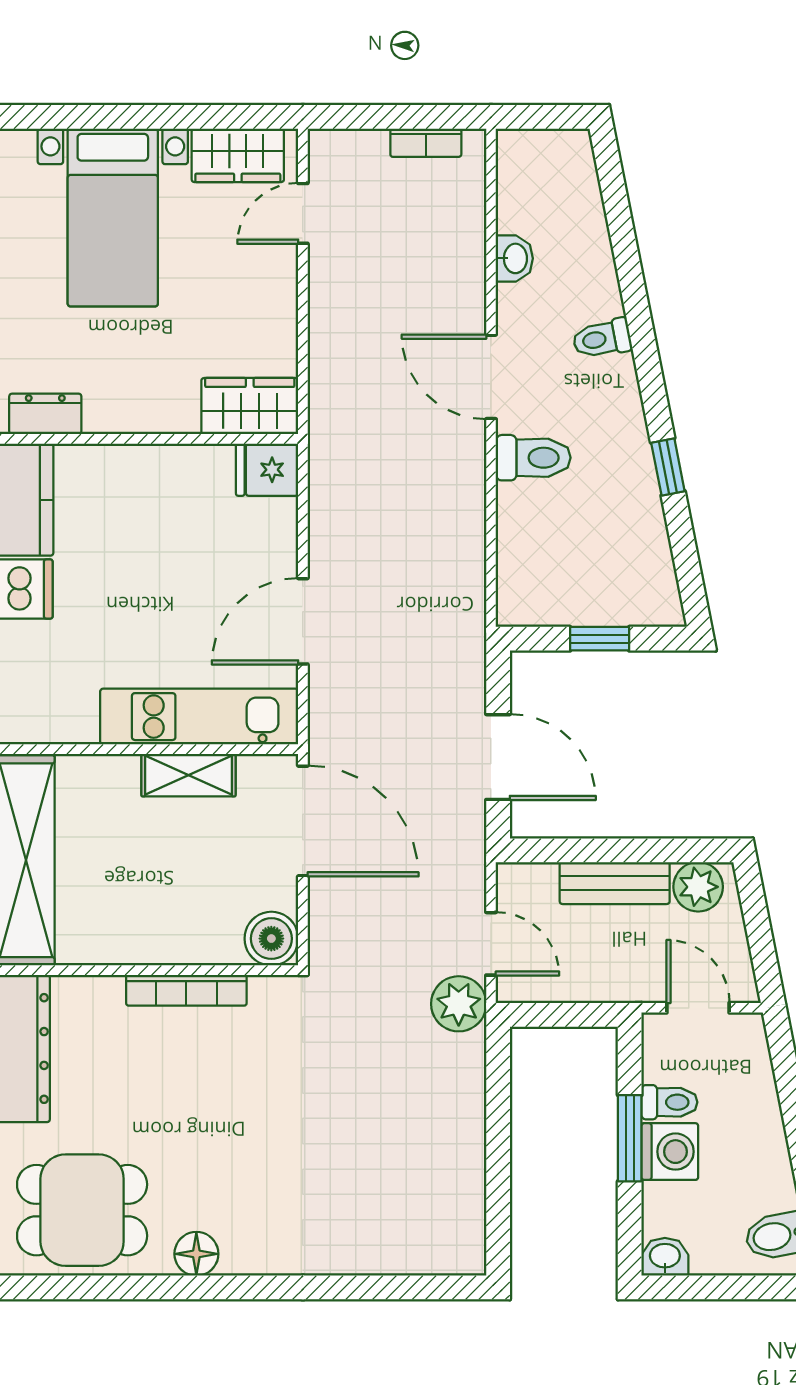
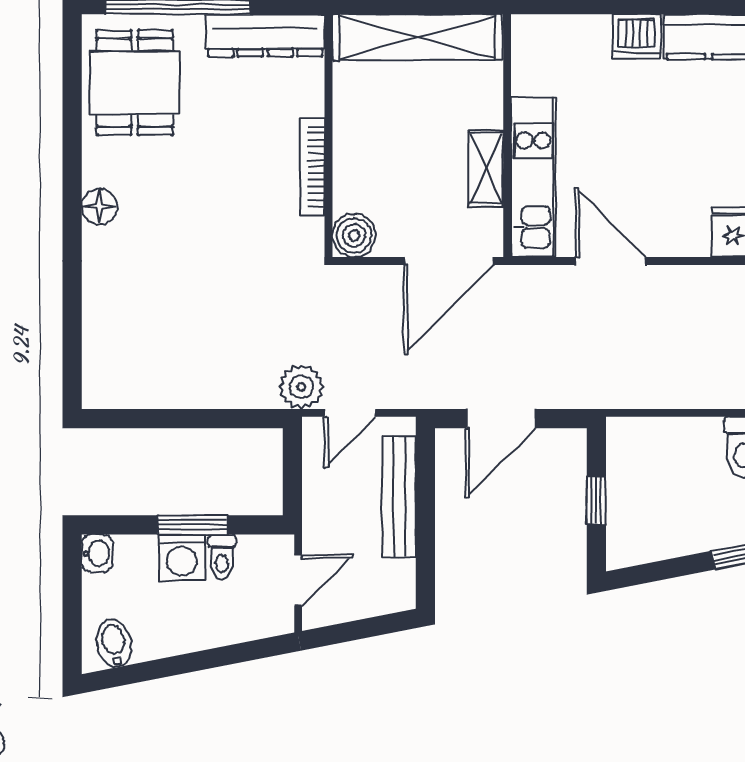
bench: (615, 883) -> (399, 497), width x1.36
plant: (698, 887) -> (396, 580), removed
floor lamp: (196, 1254) -> (99, 207), moved

